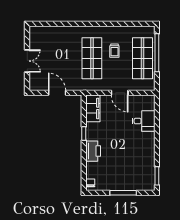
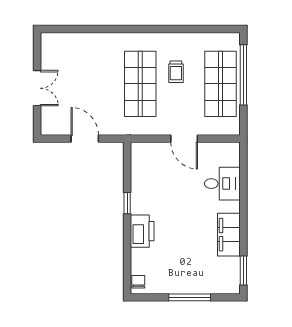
filing cabinet: (93, 108) -> (229, 235), moved, turned 180

